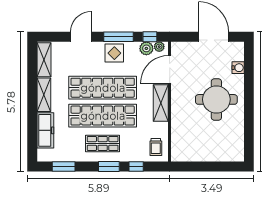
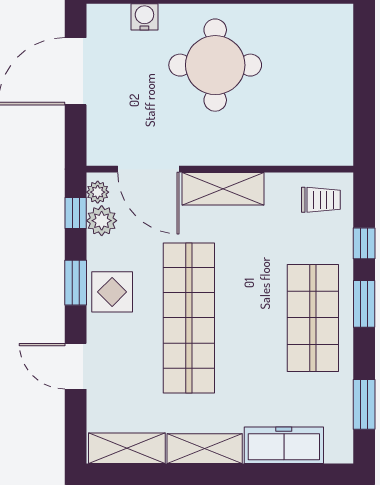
window: (119, 37) -> (76, 283), width x0.69
shop shelf: (103, 116) -> (251, 318), removed
shop shelf: (103, 143) -> (313, 318), width x1.43, depth x1.36

